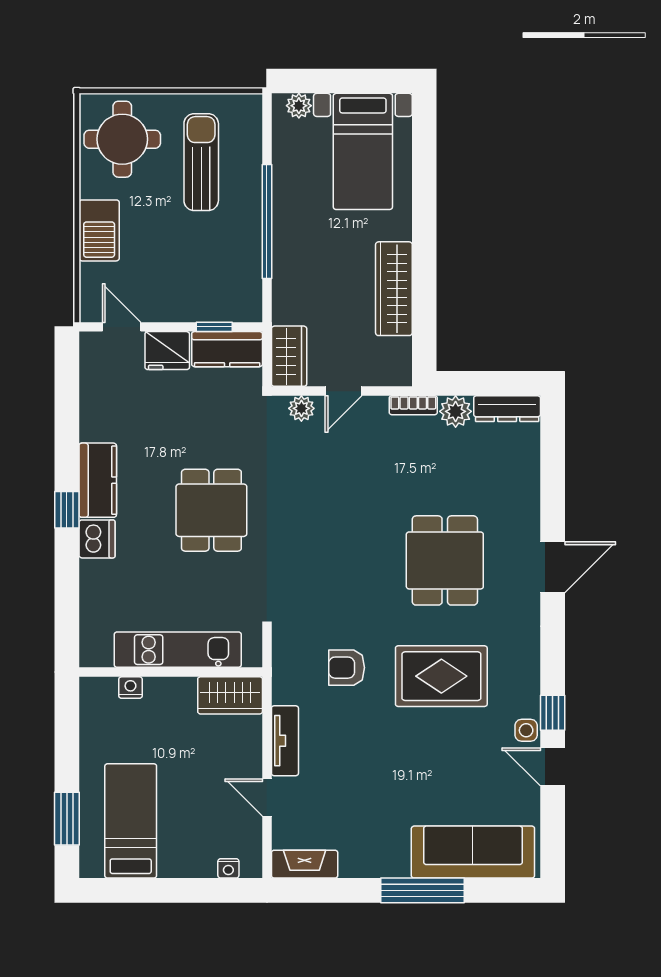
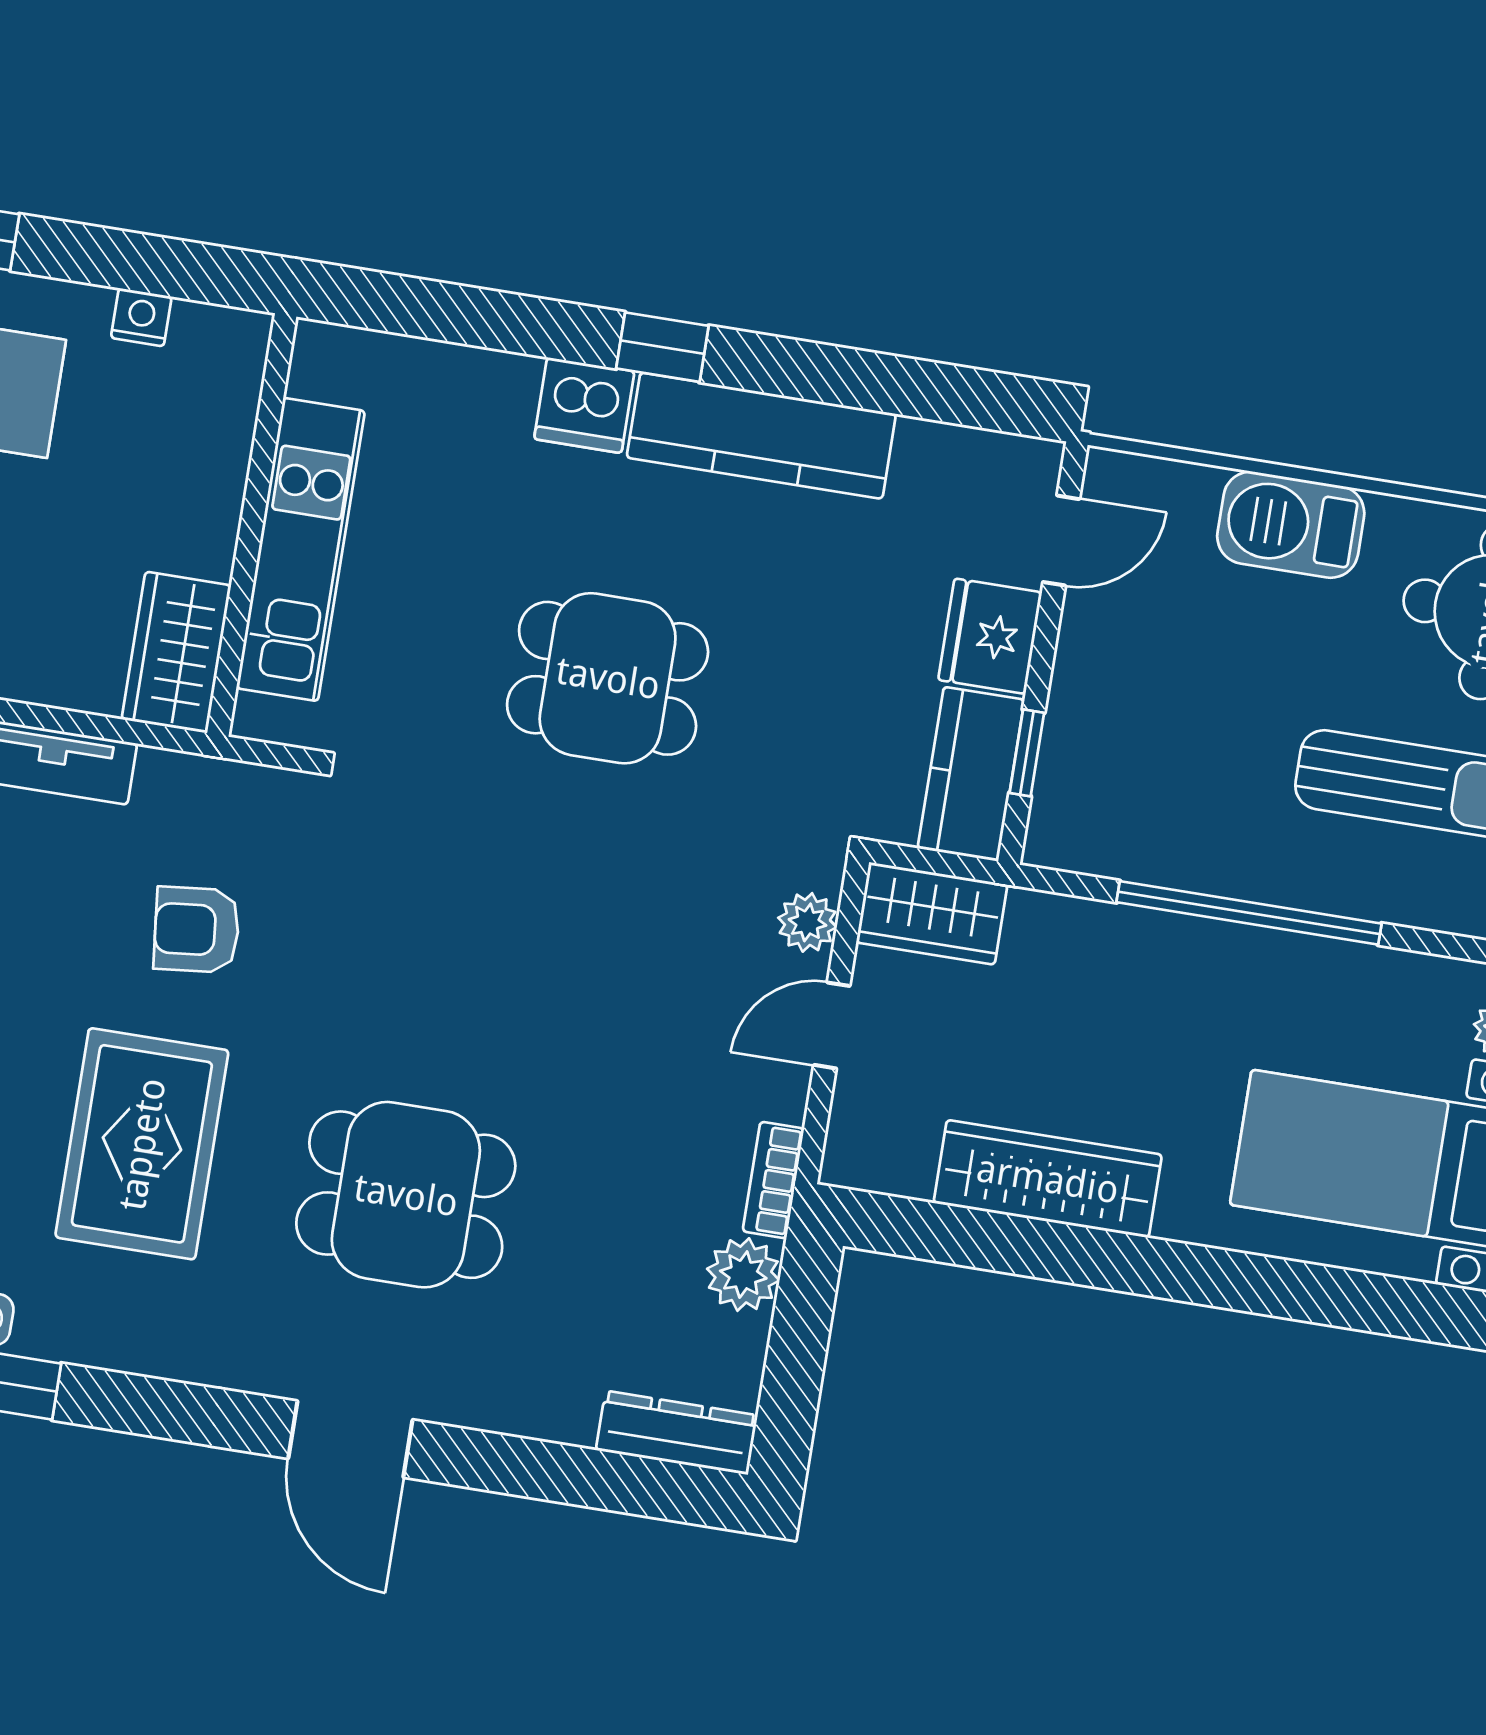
door: (344, 391) -> (832, 1025), hinge flipped
dresser: (507, 409) -> (677, 1433), moved, turned 90
kitchen counter: (98, 480) -> (761, 436), width x1.50
armchair: (347, 668) -> (197, 930), turned -96
nightstand: (130, 688) -> (141, 317), moved, turned -90

